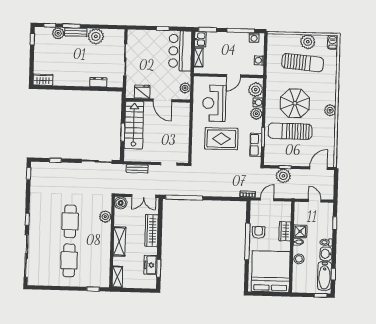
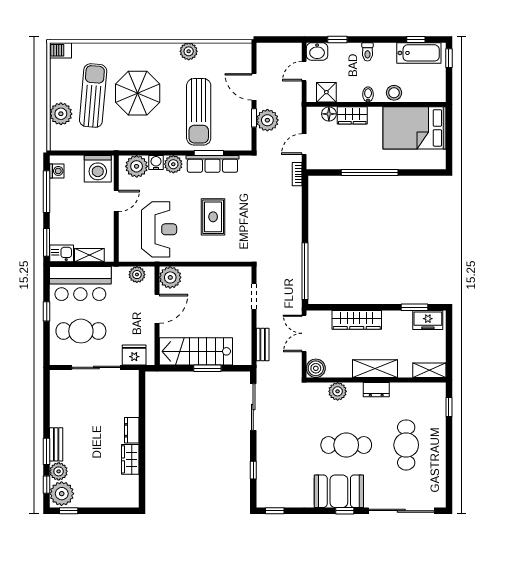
plant: (96, 36) -> (62, 494), moved
plant: (308, 42) -> (61, 114), moved
cafe table: (149, 50) -> (81, 331), added
washing machine: (259, 60) -> (98, 169), width x1.89, depth x1.89
door: (233, 76) -> (116, 201), hinge flipped
wardrobe: (43, 80) -> (130, 459), moved
dresser: (98, 82) -> (132, 430), moved
fridge: (142, 92) -> (134, 355), moved, turned 90
reception desk: (214, 103) -> (159, 229), turned -90
parasol: (295, 103) -> (138, 93), moved
plant: (183, 110) -> (170, 277), added
plant: (330, 110) -> (189, 51), moved
rug: (221, 139) -> (213, 217), width x0.73, depth x0.70
row of seats: (256, 145) -> (212, 164), width x1.48
door: (318, 168) -> (254, 87), moved
double door: (144, 196) -> (304, 333), swing flipped
door: (267, 199) -> (304, 144), hinge flipped
booth: (40, 216) -> (339, 491), added
floor lamp: (286, 216) -> (329, 114), added
shower: (300, 231) -> (326, 92), moved
armchair: (259, 232) -> (355, 156), removed
dresser: (106, 242) -> (376, 390), added
washbasin: (326, 254) -> (317, 52), moved
cafe table: (69, 260) -> (406, 445), turned 90
freezer: (150, 265) -> (428, 320), moved
bed: (271, 271) -> (414, 128), width x0.73

